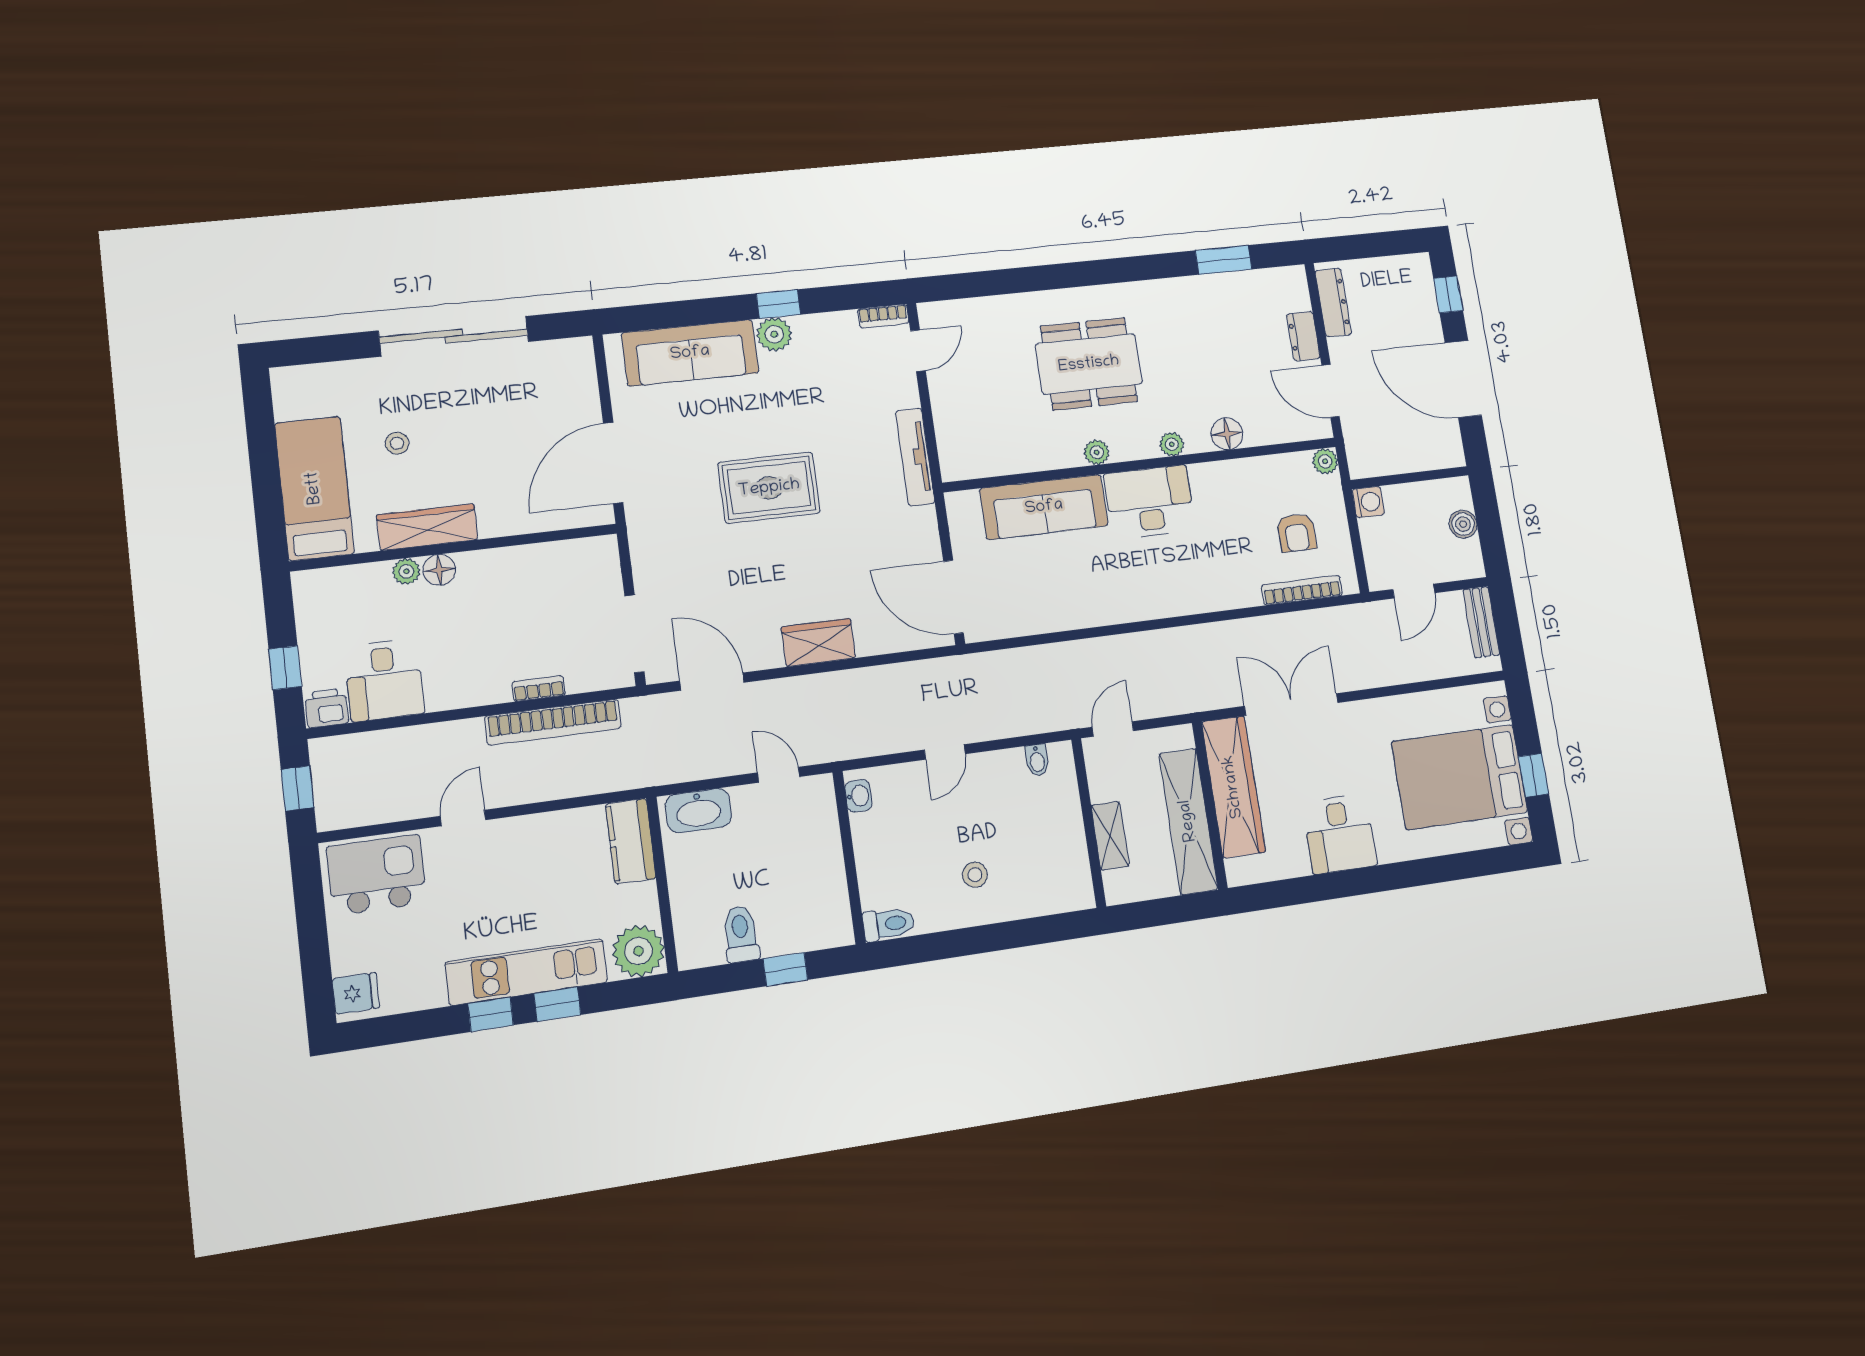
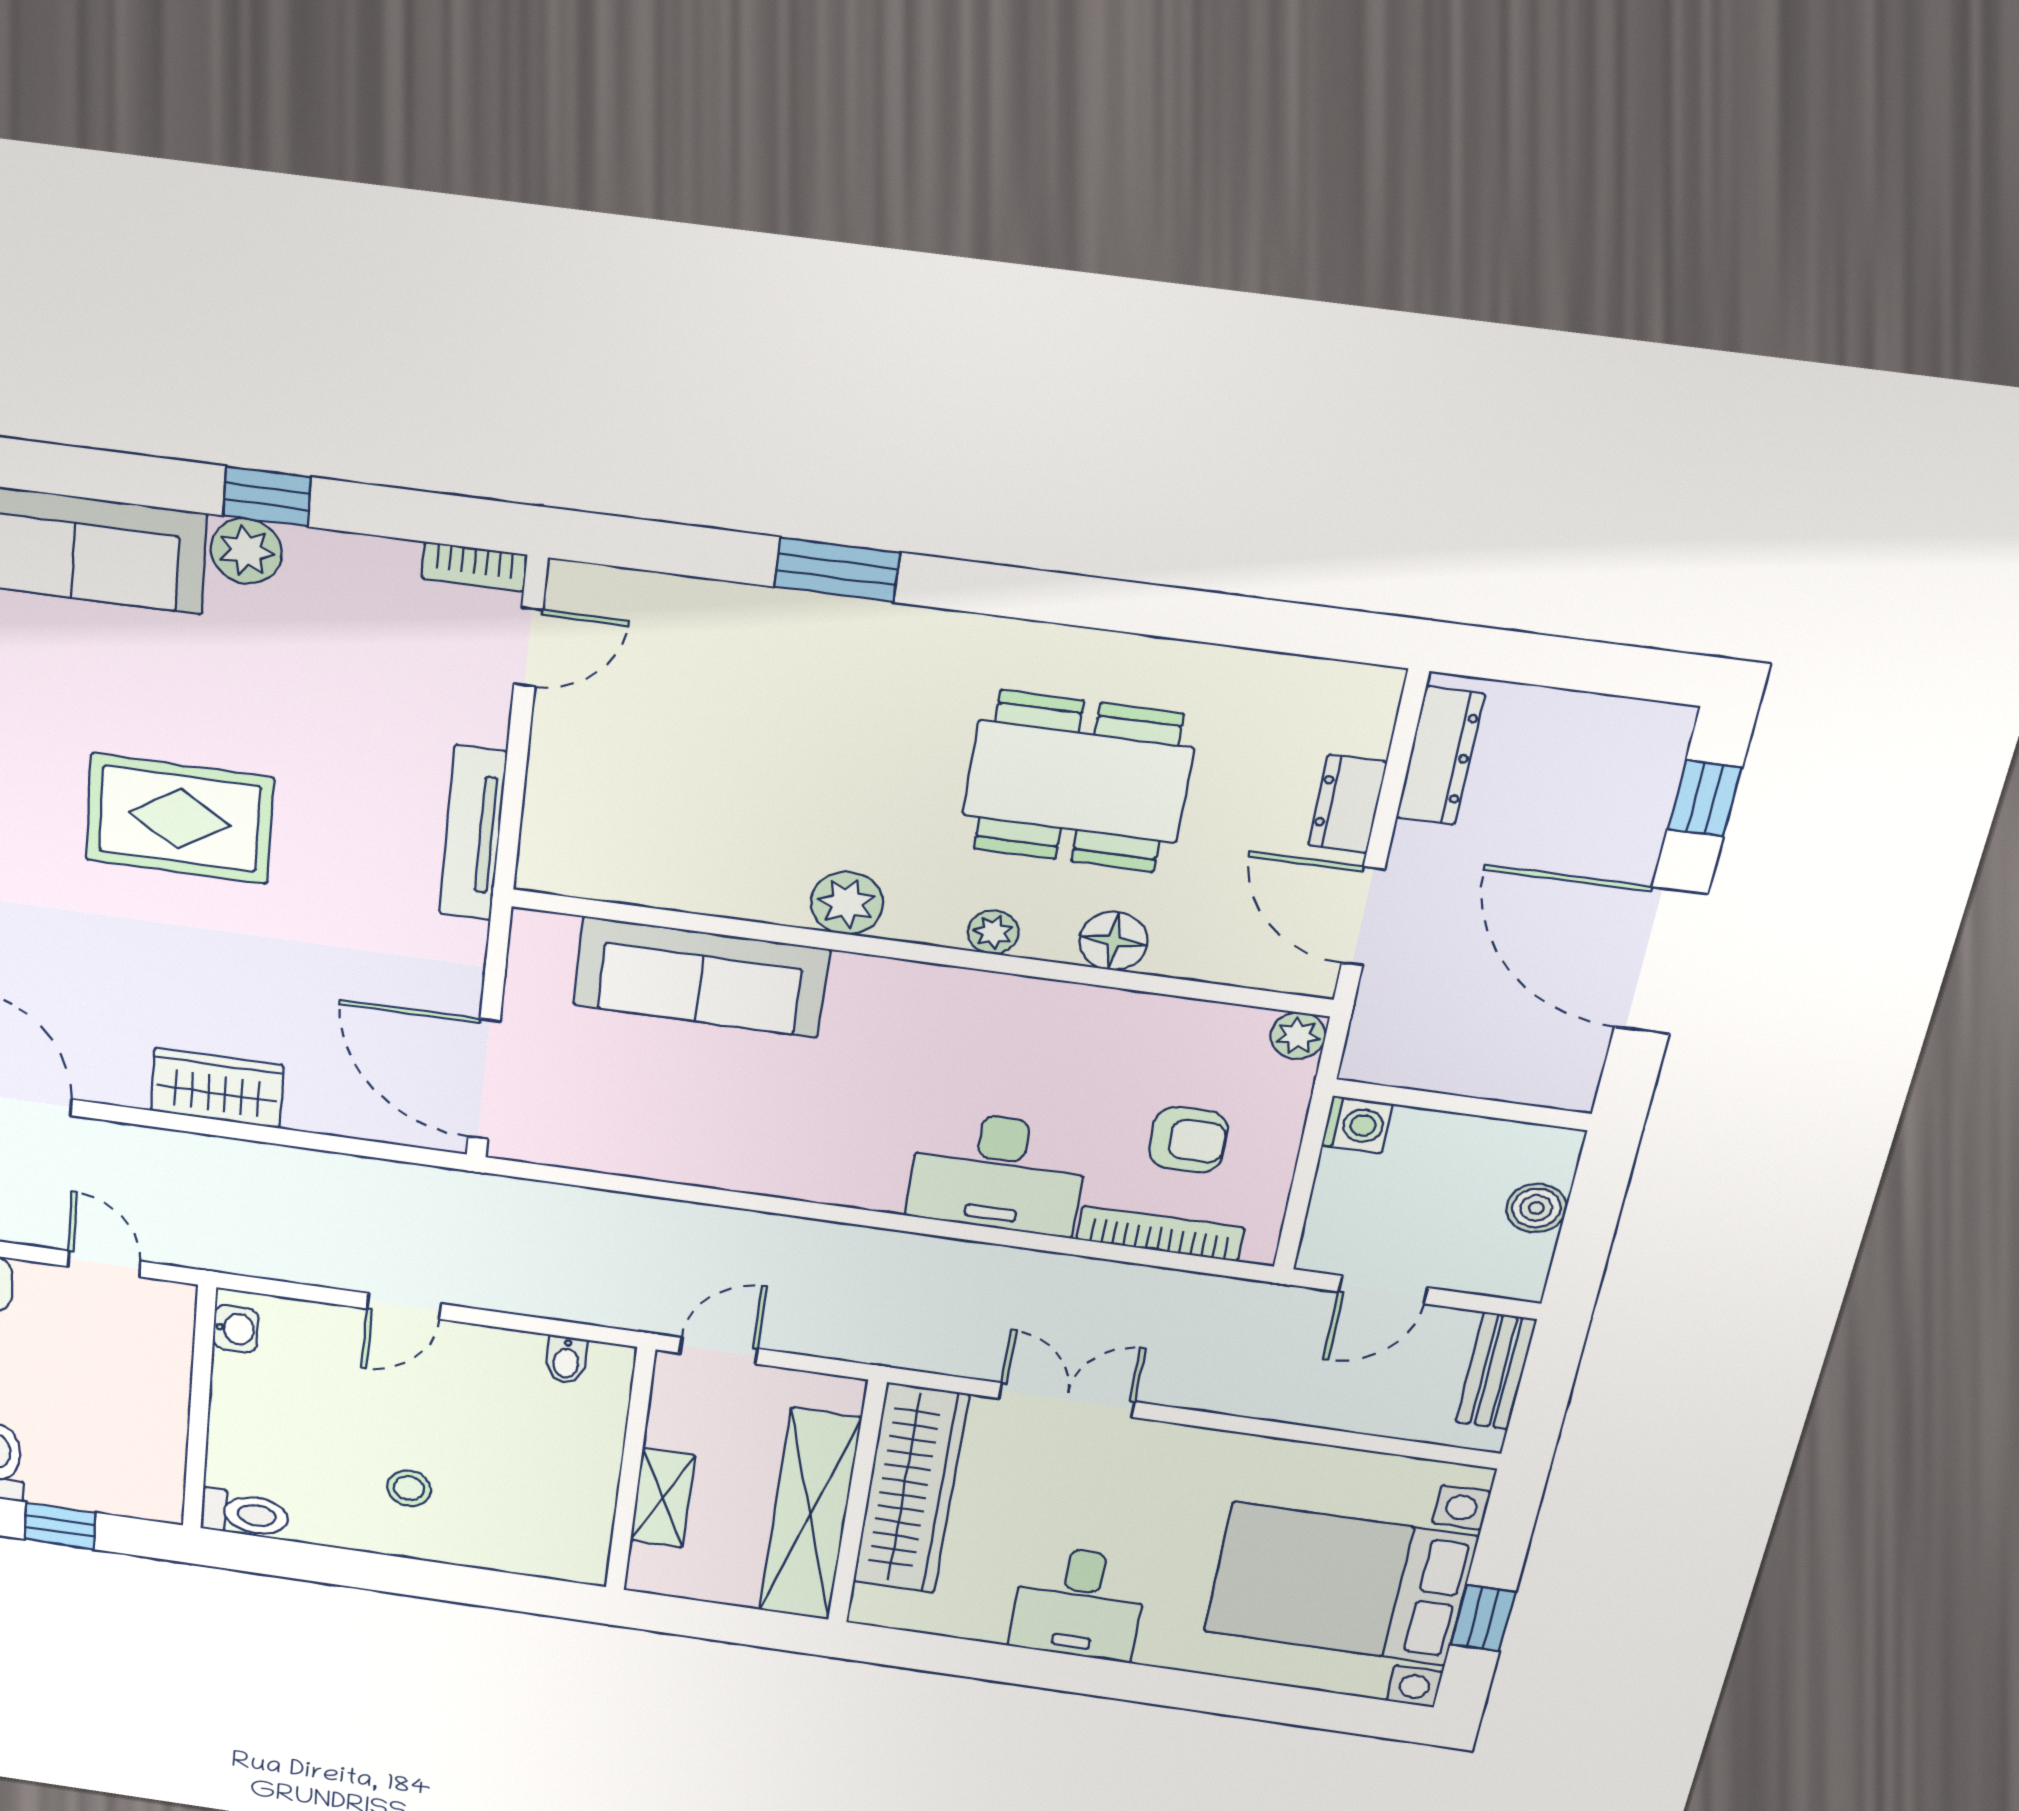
window: (1224, 260) -> (837, 570), moved
dining table: (1089, 364) -> (1078, 782), moved
plant: (1097, 452) -> (847, 903), width x1.38, depth x1.38
desk: (1150, 502) -> (997, 1173), moved, turned 180
armchair: (1297, 533) -> (1188, 1140), turned -90
double door: (1291, 704) -> (1067, 1400), width x0.73

